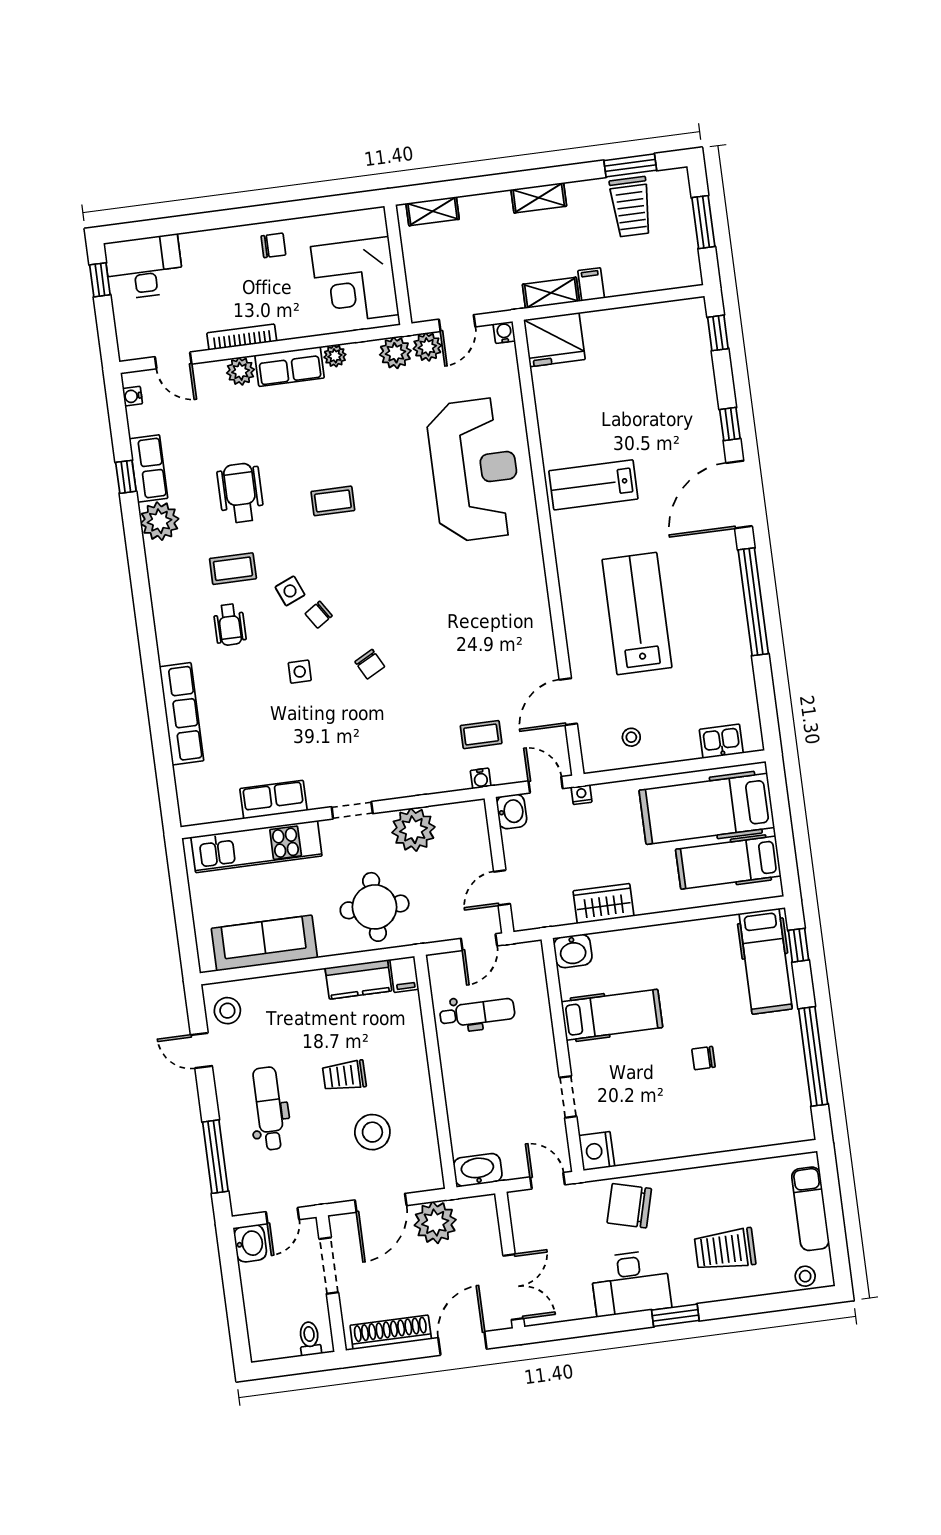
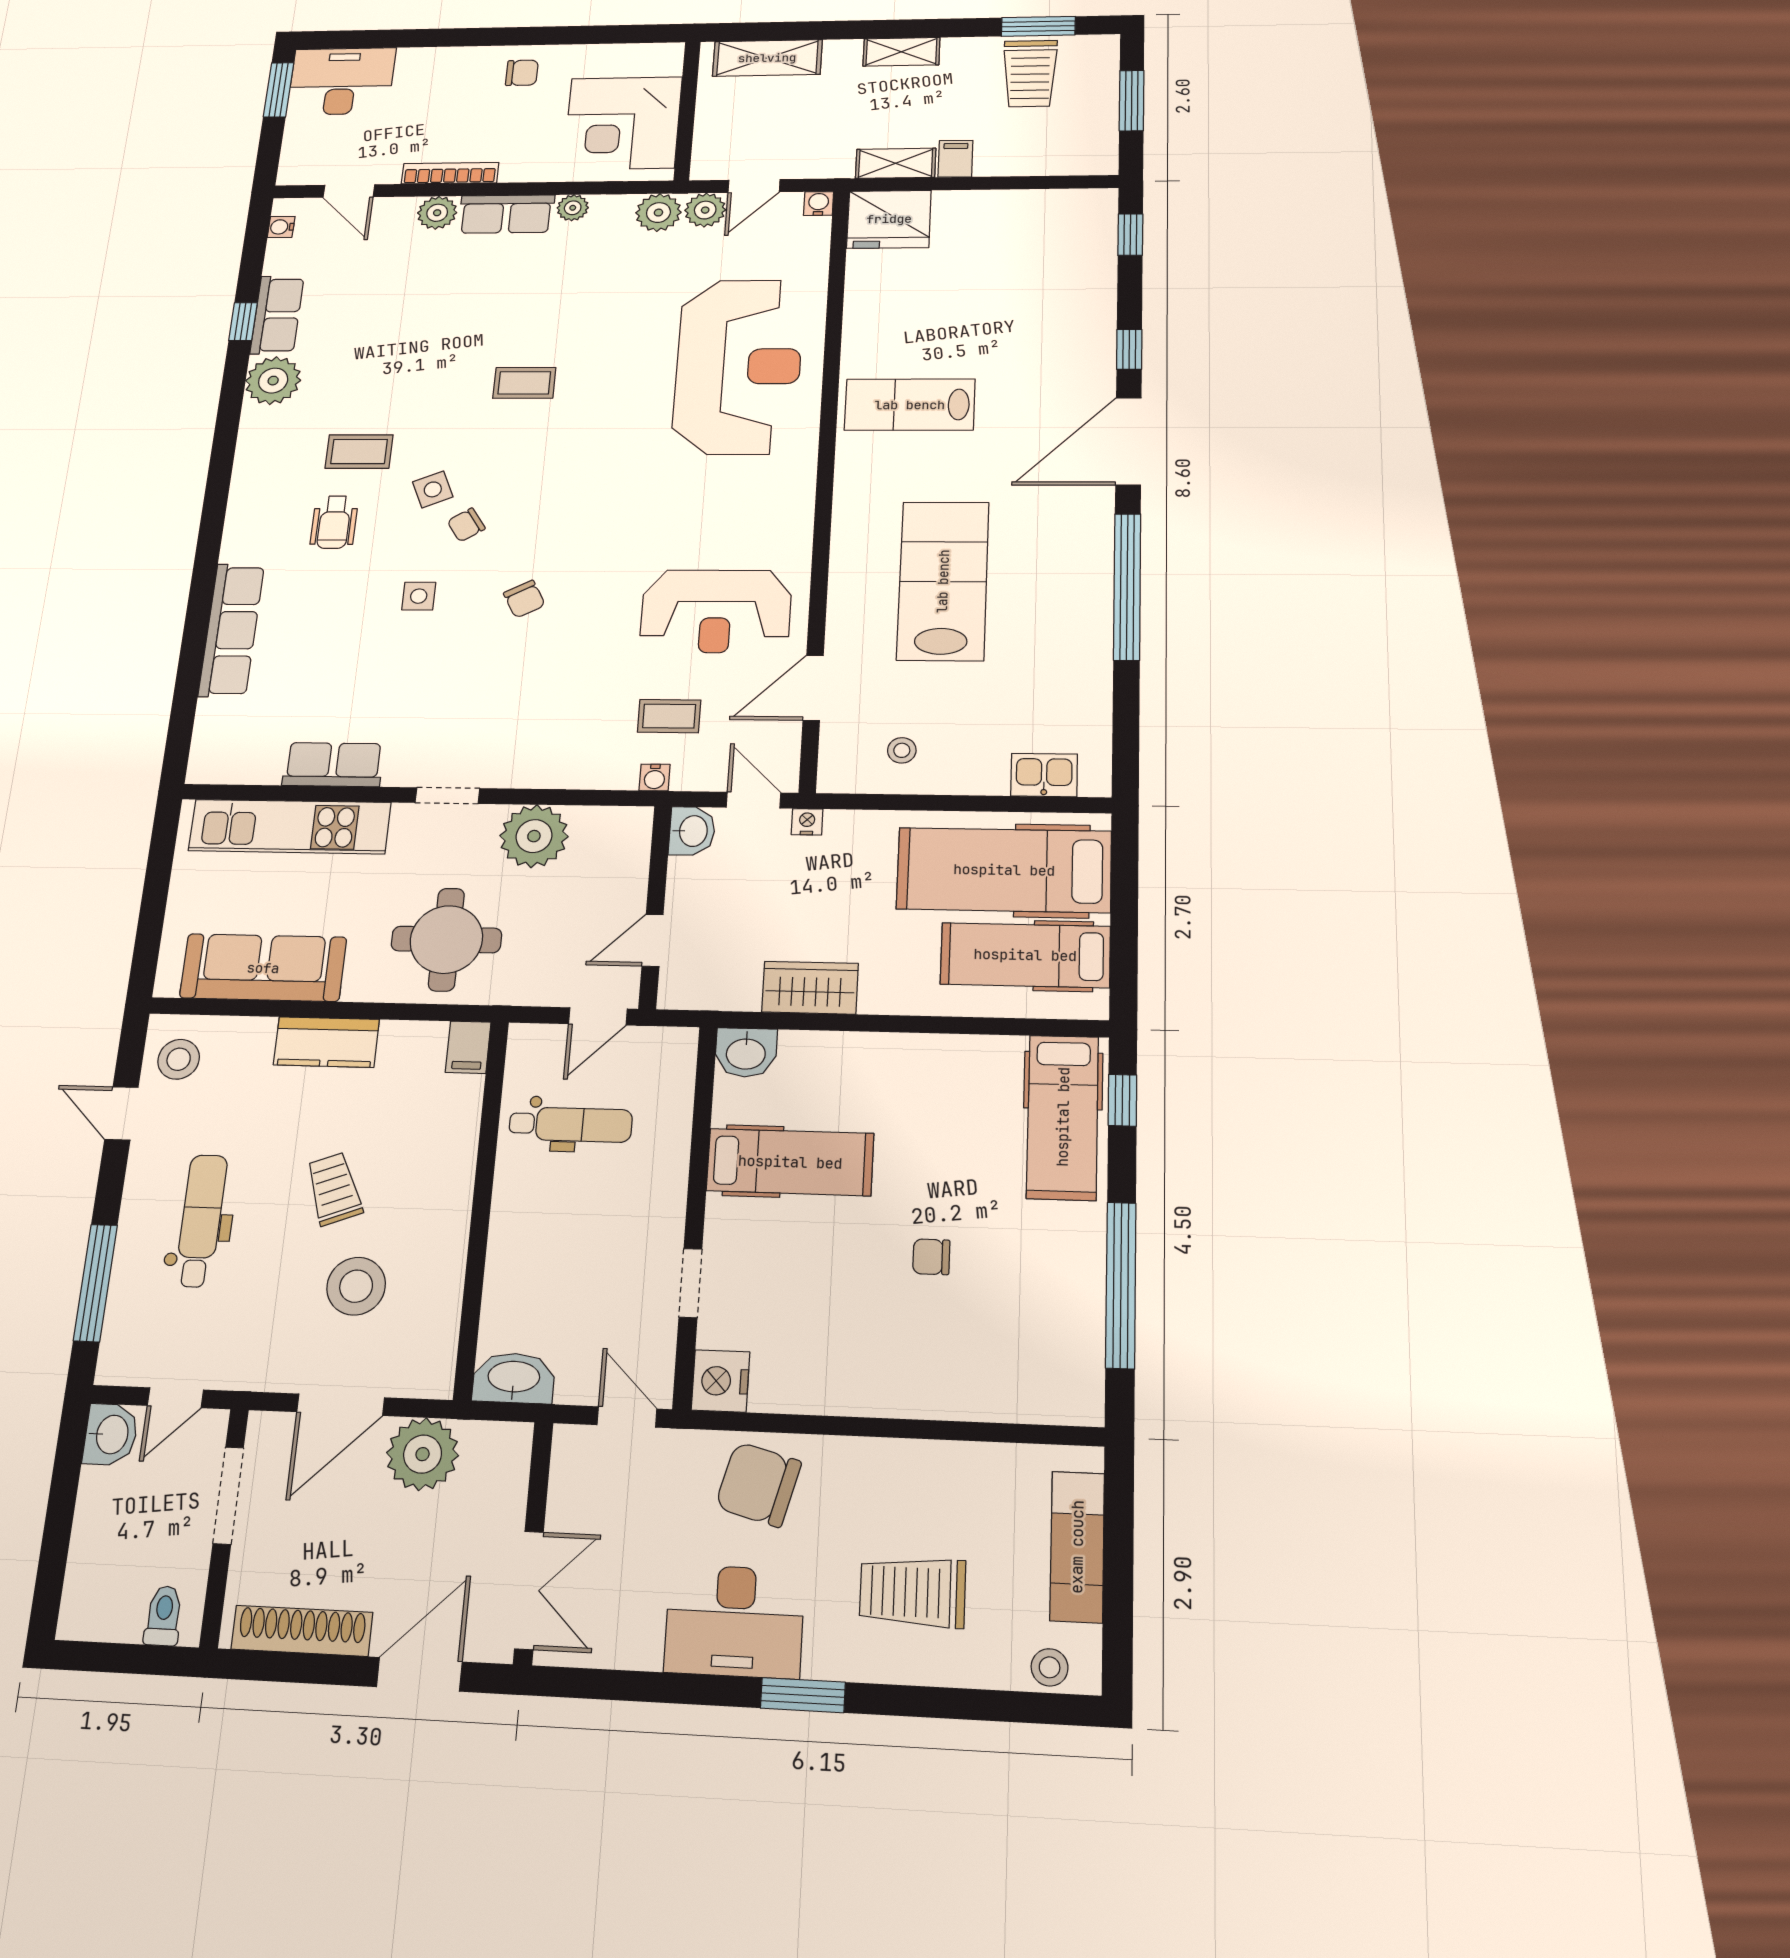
shelving: (433, 211) -> (767, 58), width x1.50, depth x1.33
window: (100, 280) -> (279, 90), width x1.50
wheelchair: (241, 493) -> (396, 359), removed
reception desk: (496, 656) -> (716, 611), added
kitchen counter: (358, 979) -> (326, 1042), moved
trolley: (344, 1076) -> (334, 1189), turned 69

